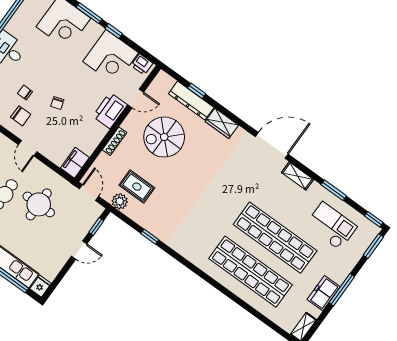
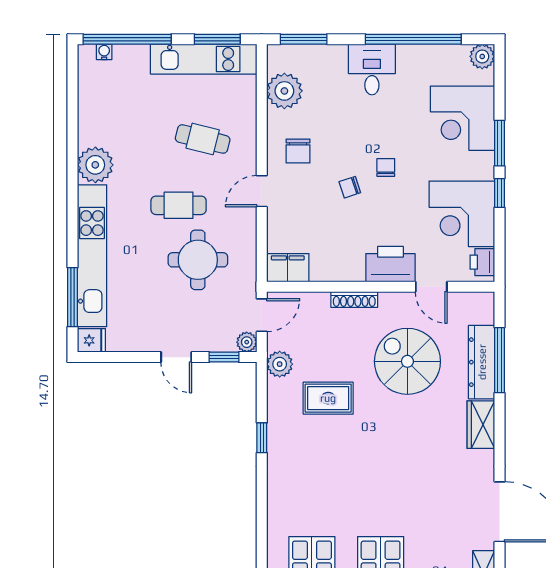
window: (197, 91) -> (499, 360), width x2.17
chair: (25, 93) -> (386, 167), moved
rug: (137, 187) -> (328, 398), moved, turned 90
plant: (97, 210) -> (247, 342), added

